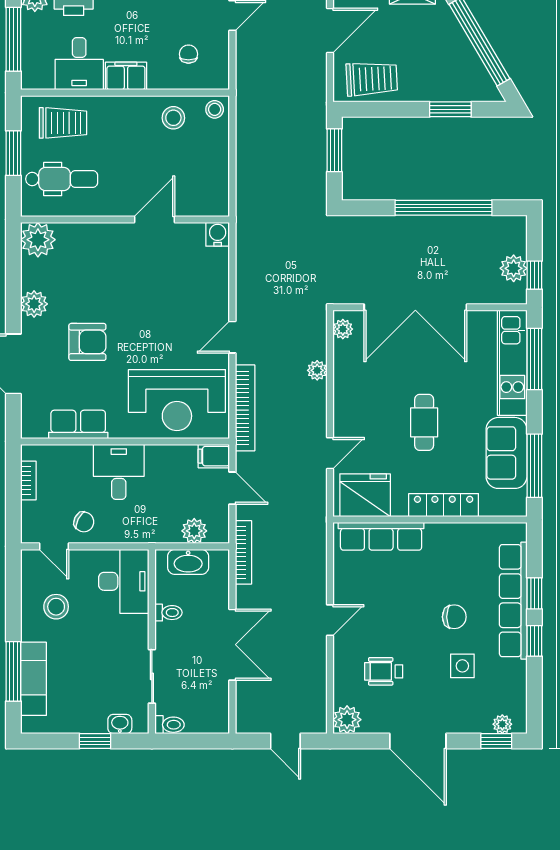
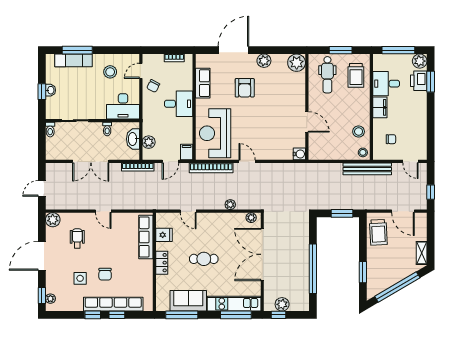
bench: (247, 101) -> (367, 169), added
fridge: (365, 495) -> (164, 235), width x0.53, depth x0.75
locker: (444, 505) -> (162, 263), width x0.66
washbasin: (120, 724) -> (50, 90), moved

